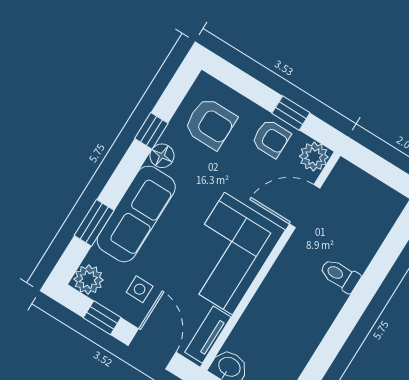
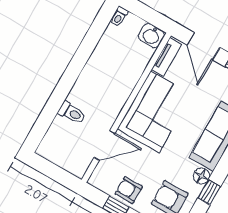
plant: (314, 157) -> (100, 179), removed
toilet: (340, 275) -> (72, 113), moved
side table: (140, 289) -> (213, 86), removed

